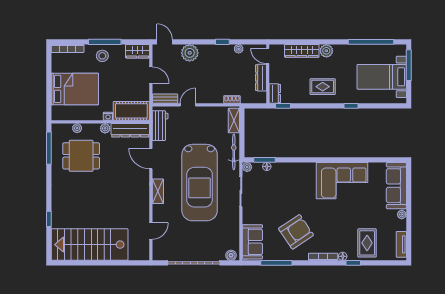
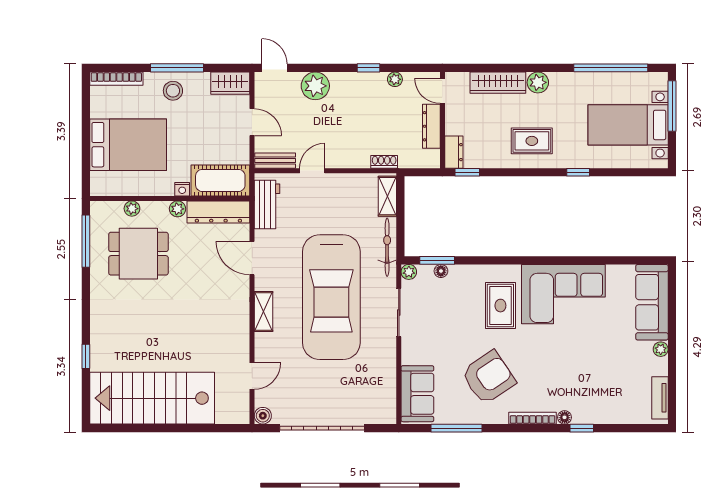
rug: (367, 243) -> (500, 306), moved
boiler: (231, 255) -> (263, 416), moved

